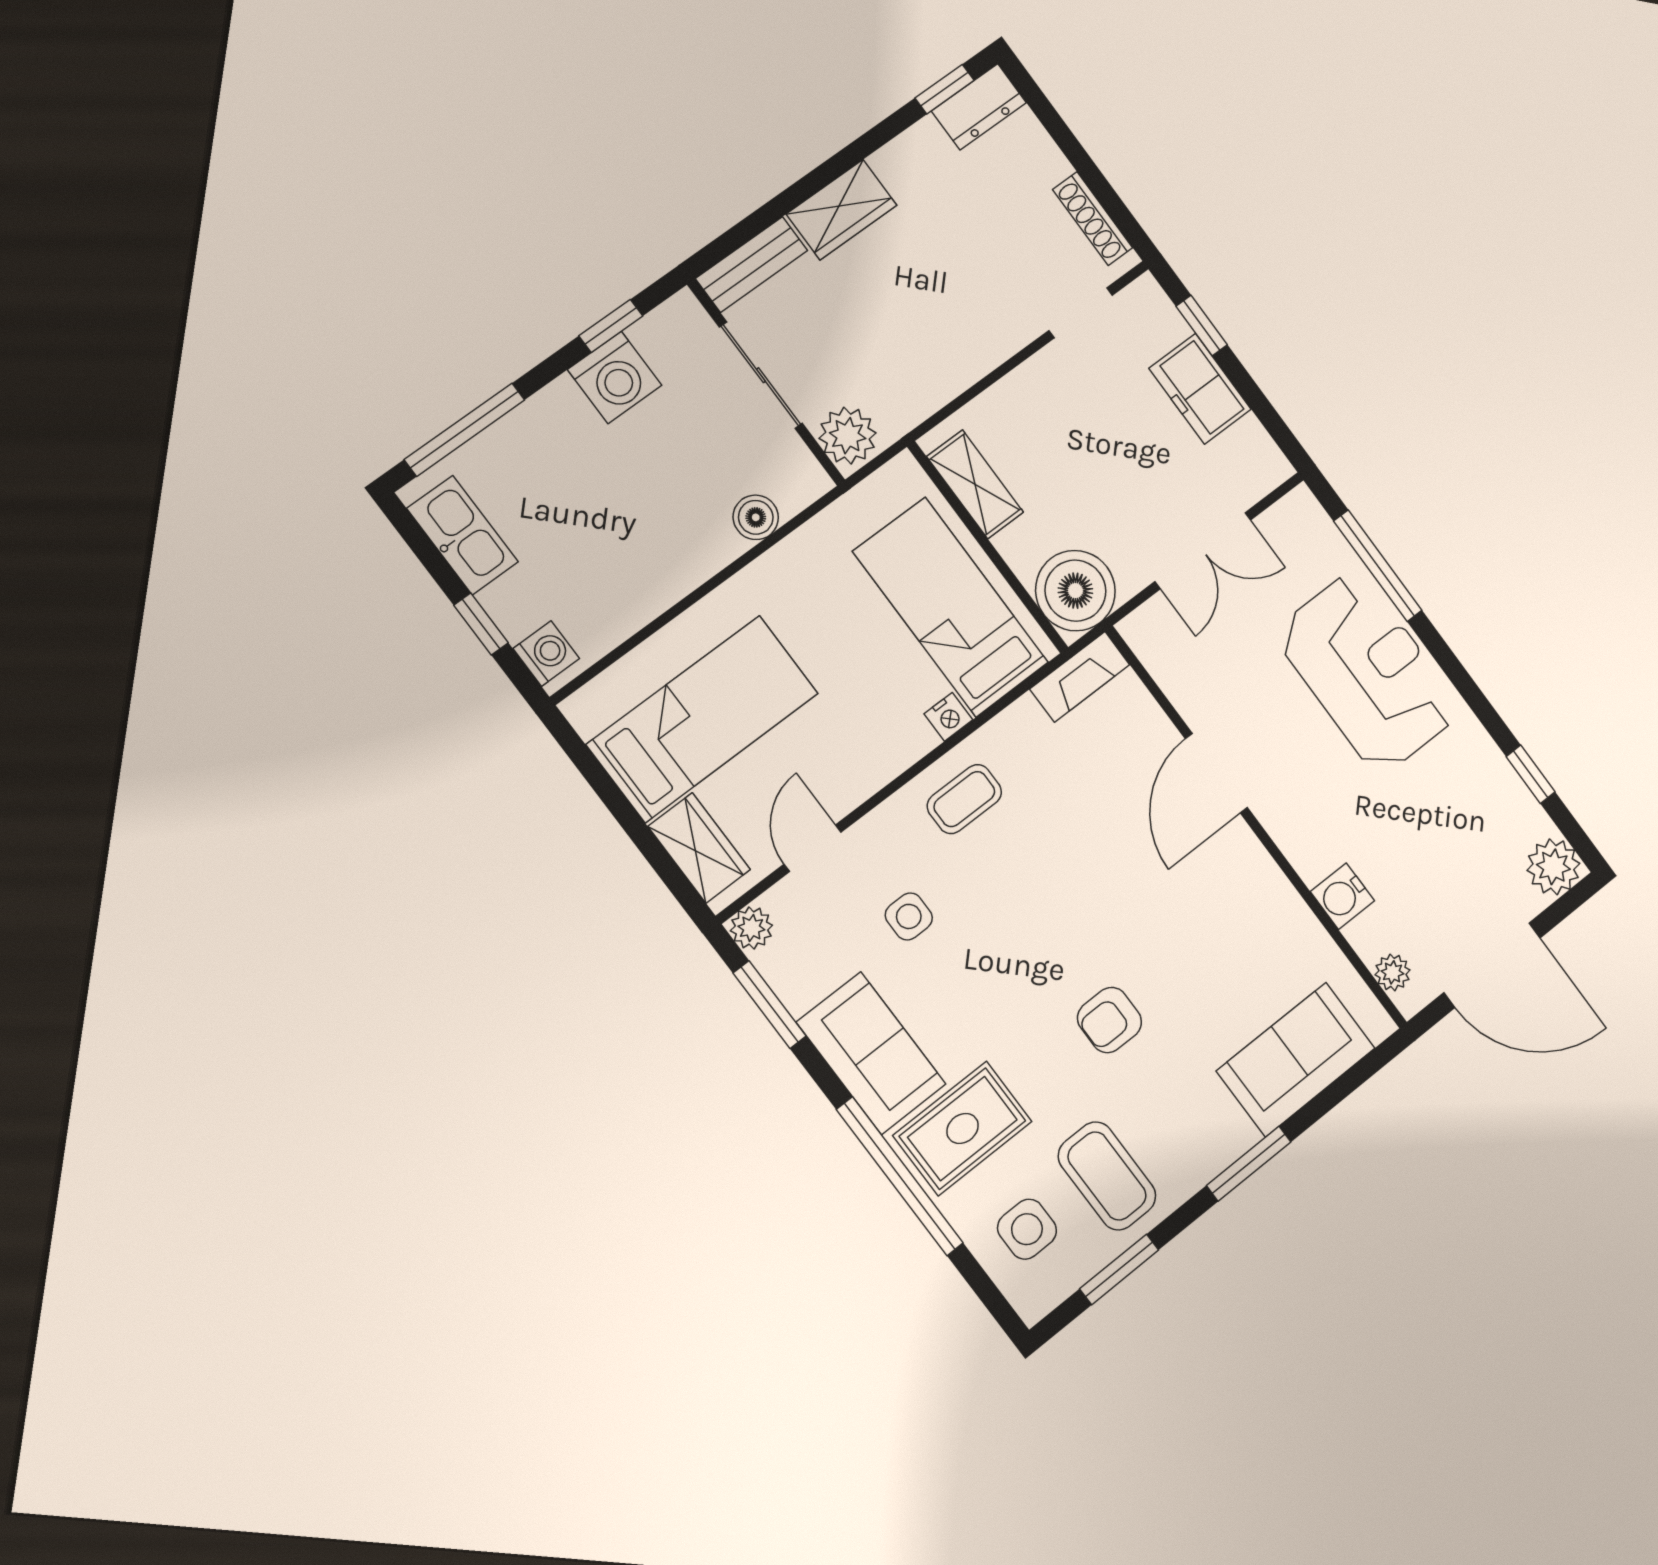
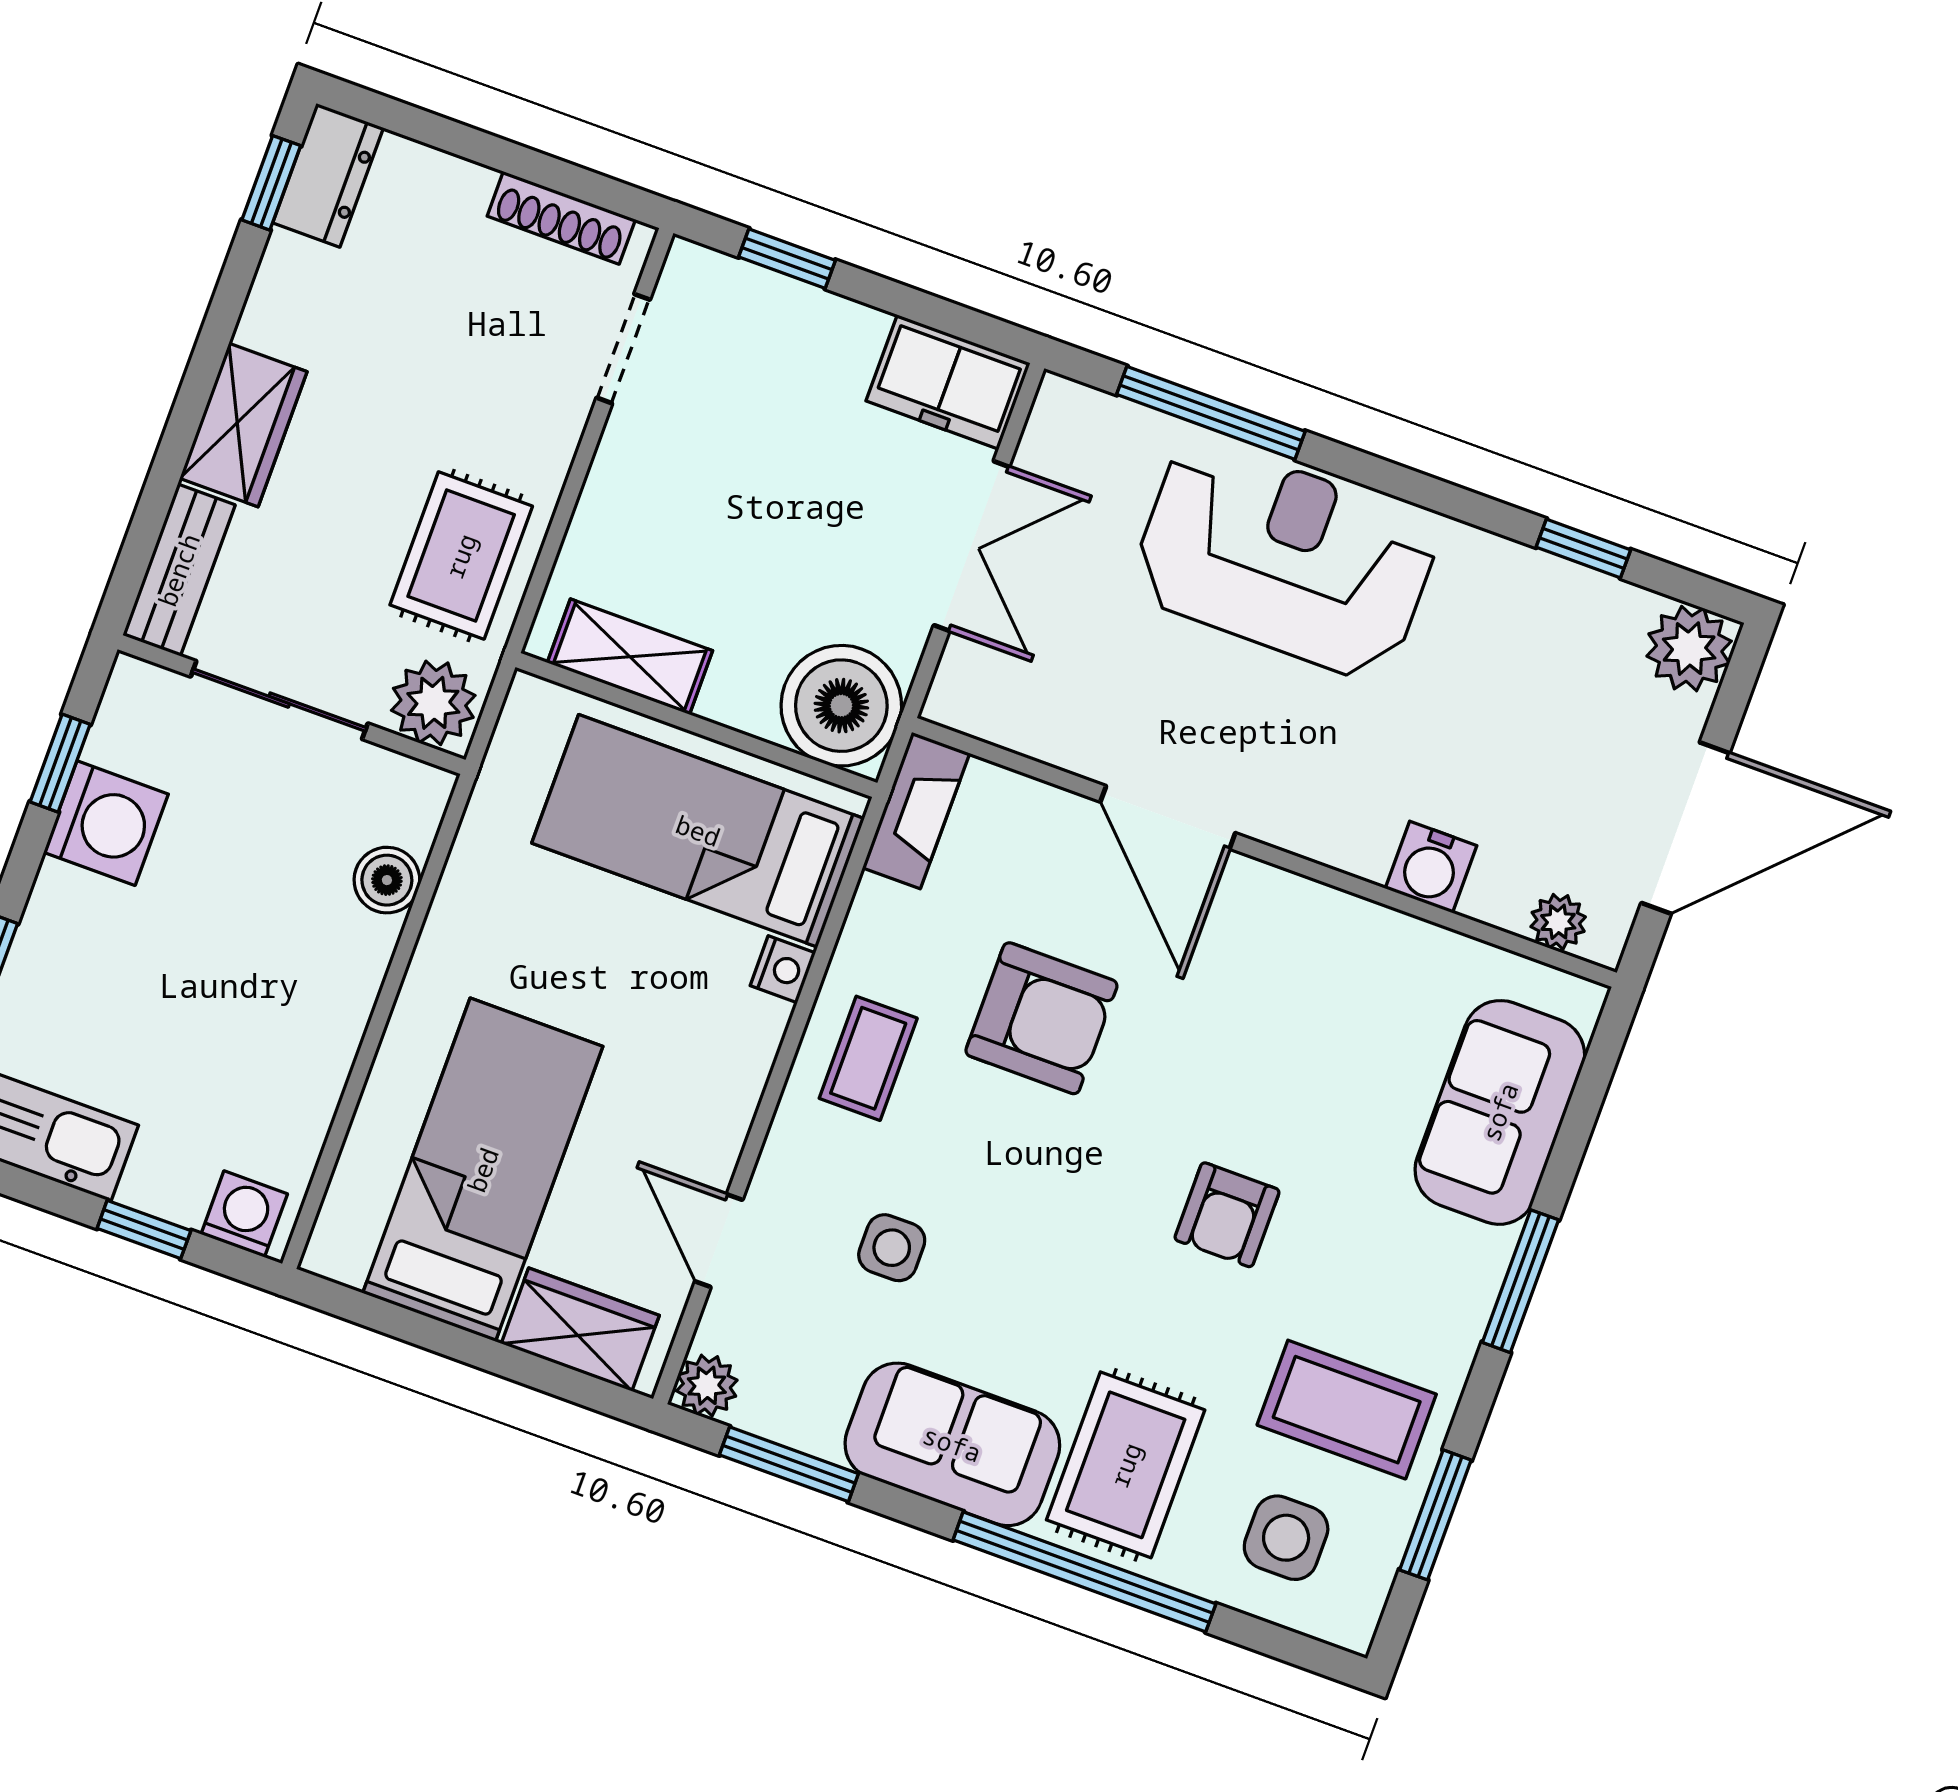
rug: (917, 365) -> (461, 556), added
freezer: (1200, 389) -> (948, 382), moved
armchair: (1076, 840) -> (1041, 1018), added

